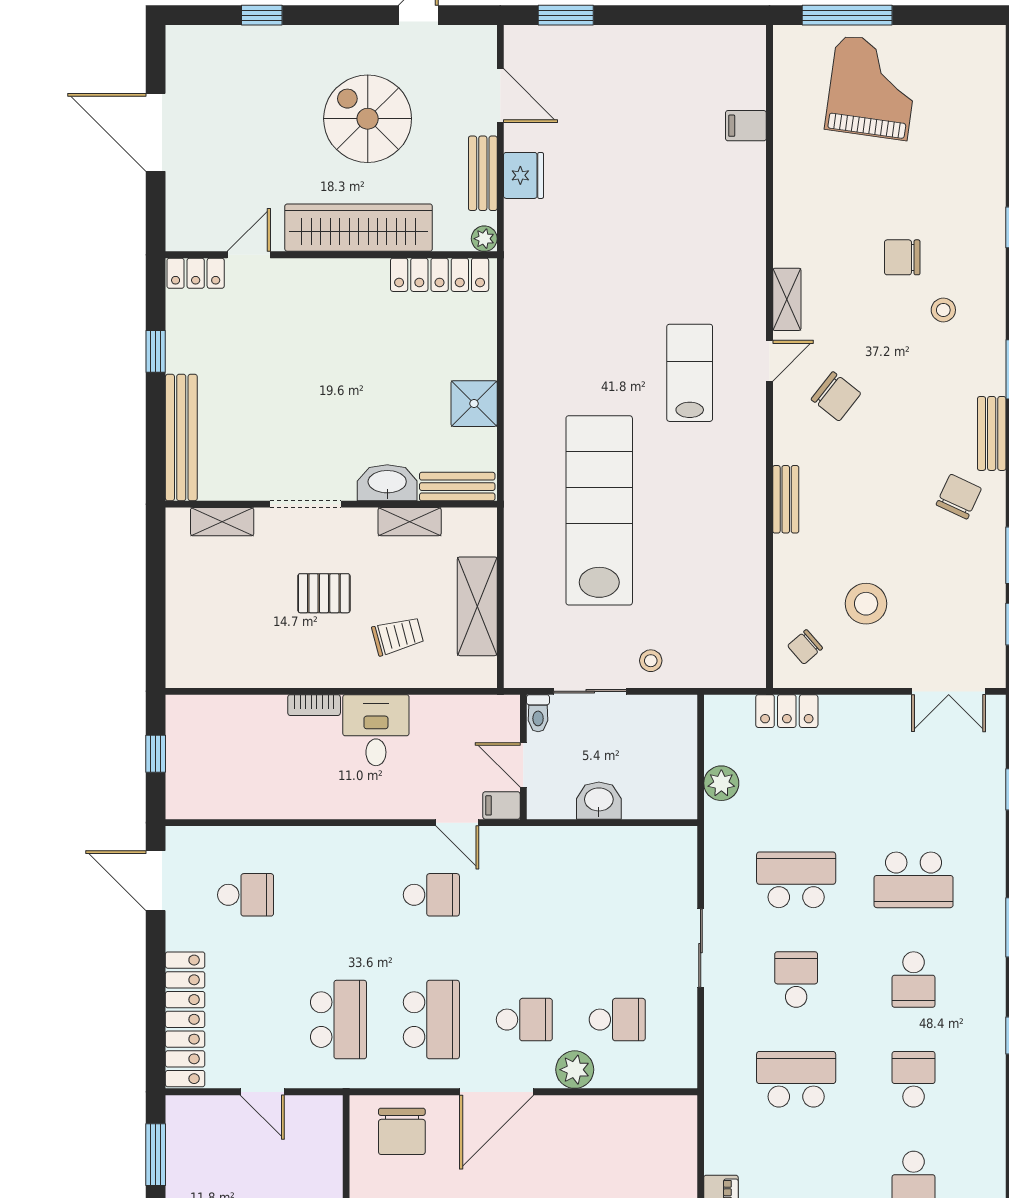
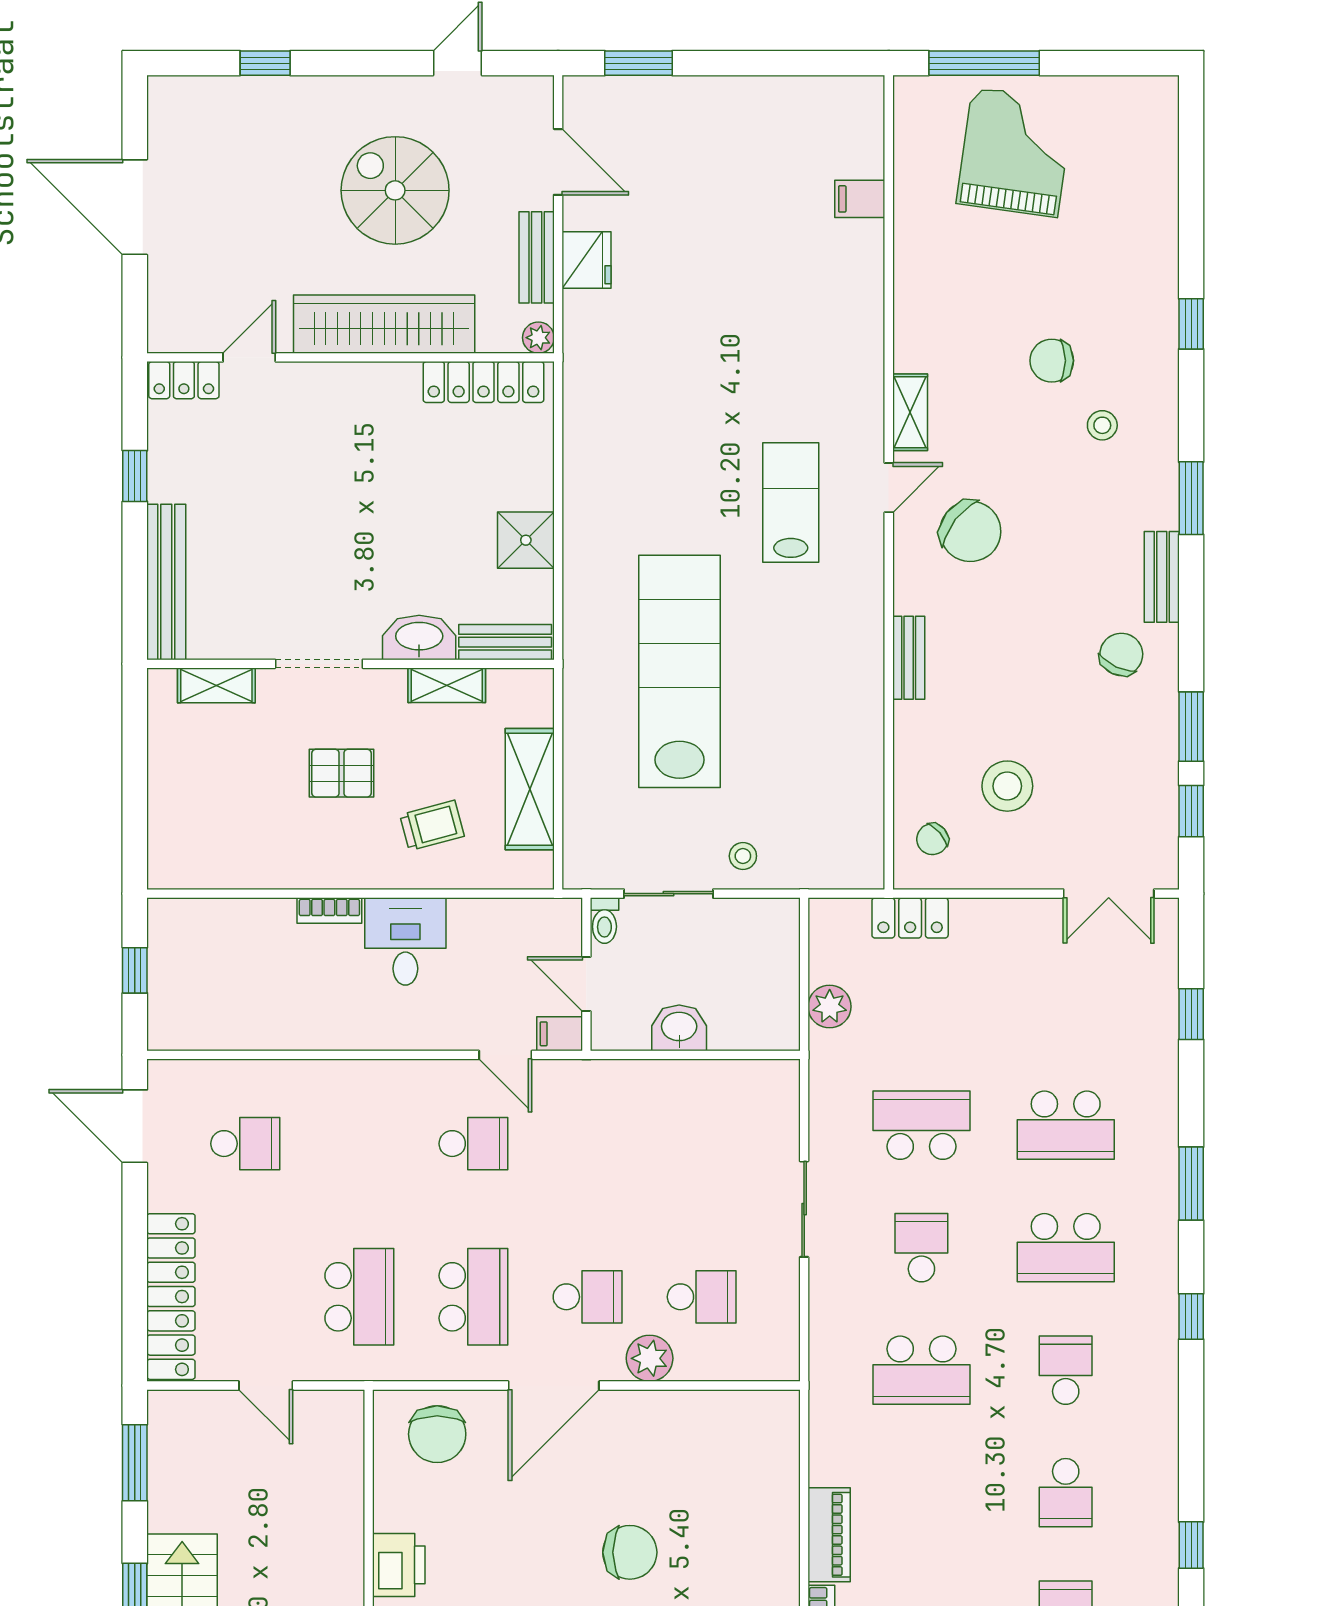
chair: (836, 396) -> (970, 531), width x1.37, depth x1.37
school desk: (914, 980) -> (1066, 1248), width x1.85
school desk: (796, 1079) -> (921, 1370), turned 180

